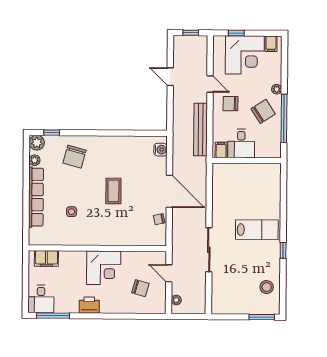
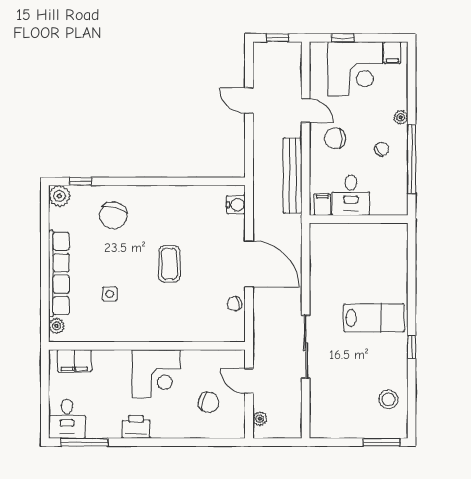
chair: (263, 111) -> (382, 149), width x0.54, depth x0.54
plant: (35, 160) -> (56, 326), moved

